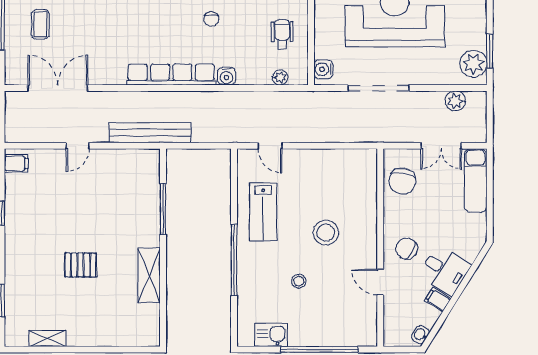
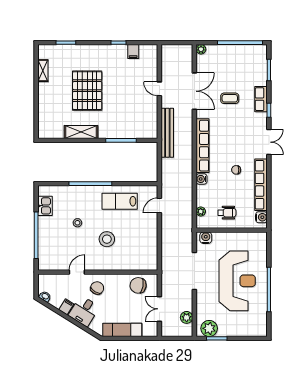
coffee table: (40, 24) -> (230, 98), moved
plant: (12, 77) -> (201, 49), added
double door: (58, 88) -> (194, 91), moved
filing cabinet: (16, 163) -> (133, 52), moved
exam couch: (476, 181) -> (122, 330), moved
pallet: (81, 265) -> (87, 91), width x2.05, depth x2.00

